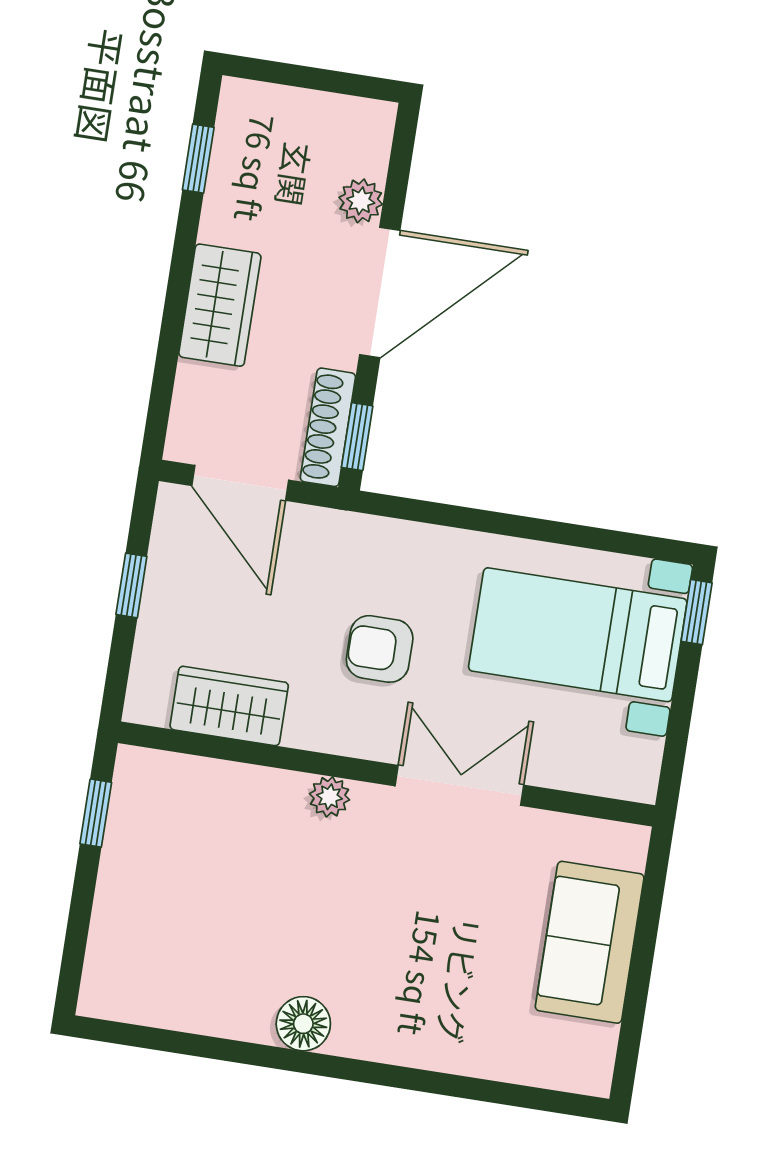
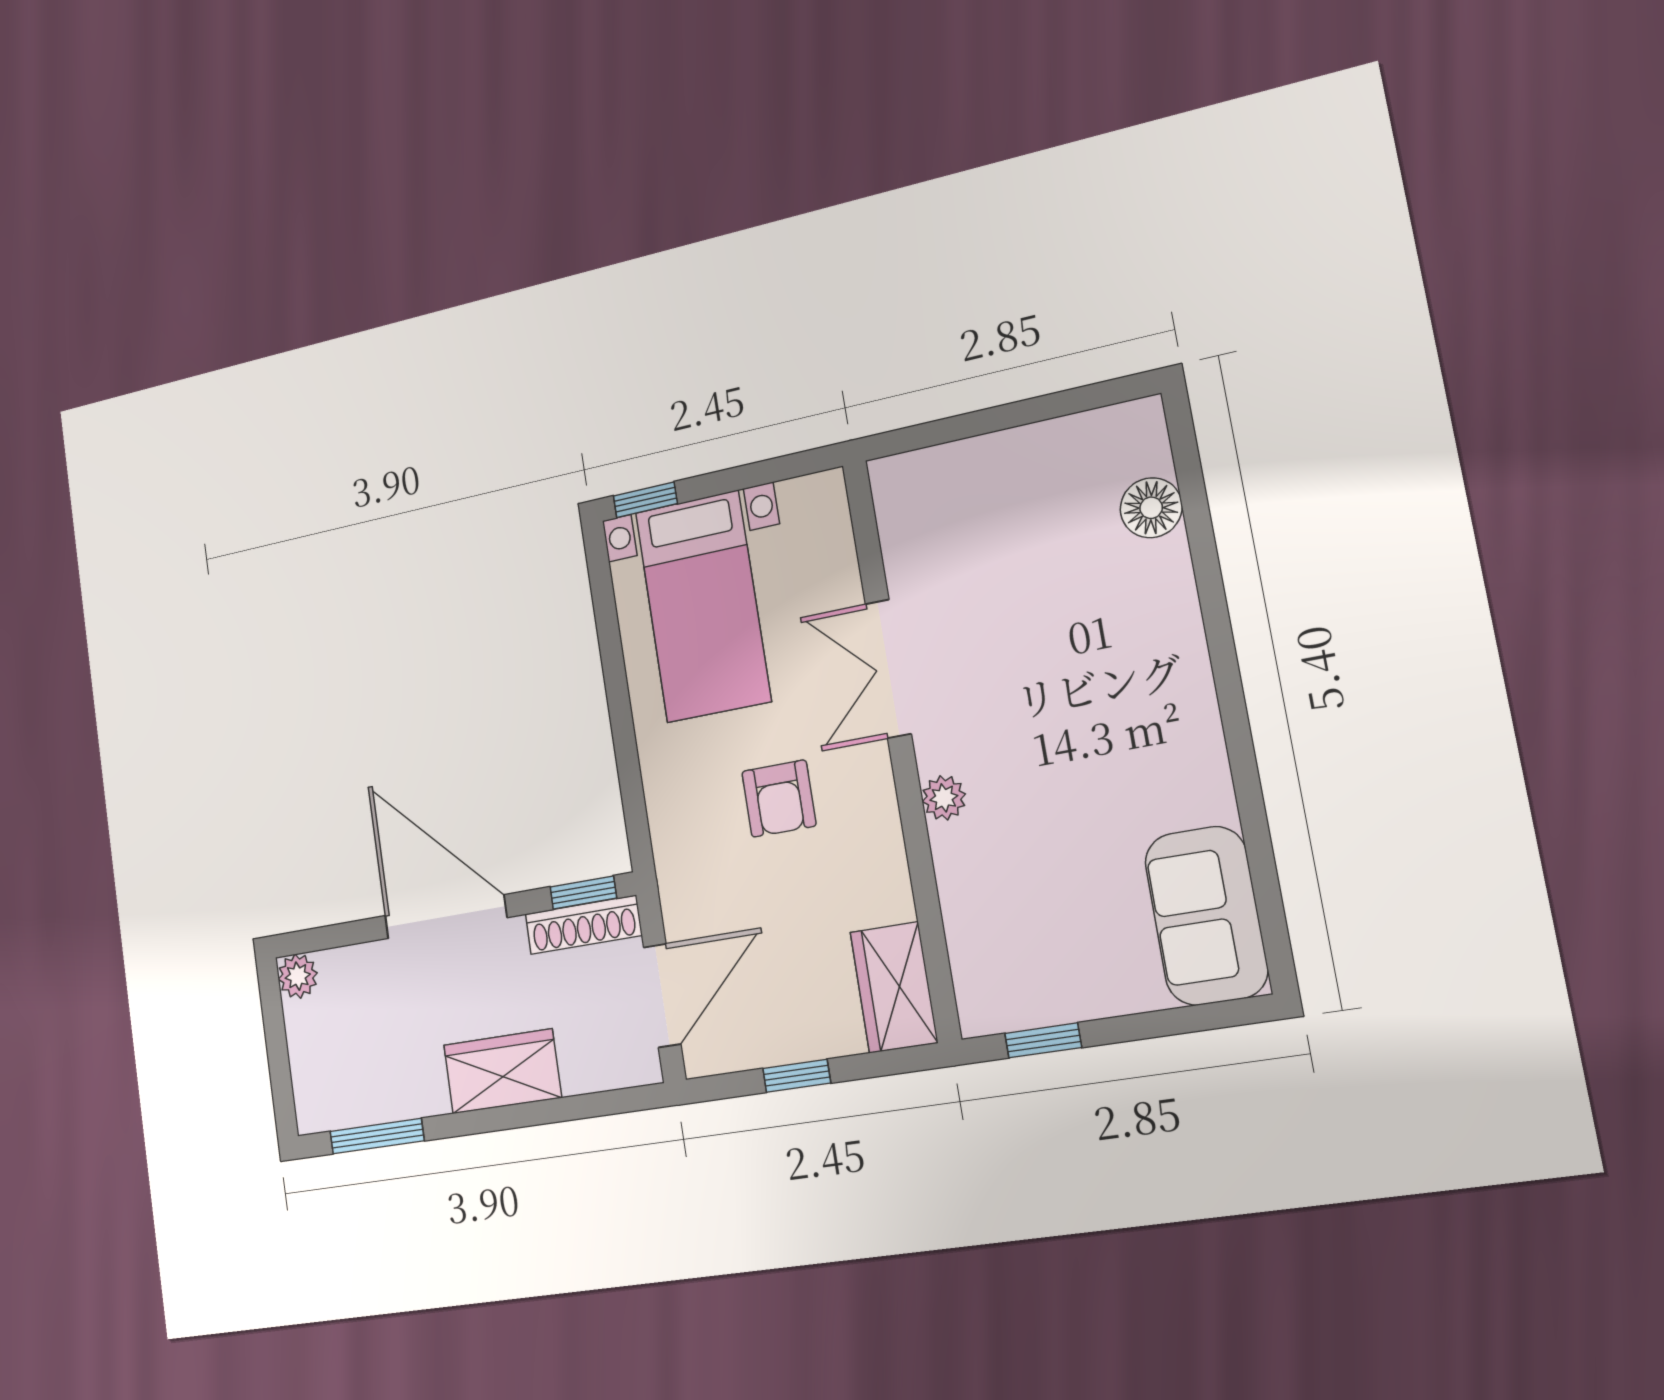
window: (198, 159) -> (377, 1136), width x1.50
plant: (361, 201) -> (298, 976), moved
wardrobe: (229, 706) -> (894, 987), moved
sofa: (590, 942) -> (1206, 916), moved, turned 90
floor lamp: (303, 1024) -> (1151, 508), moved

